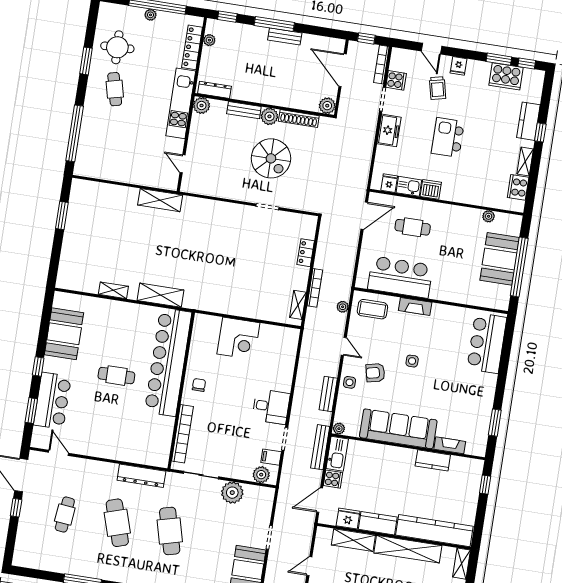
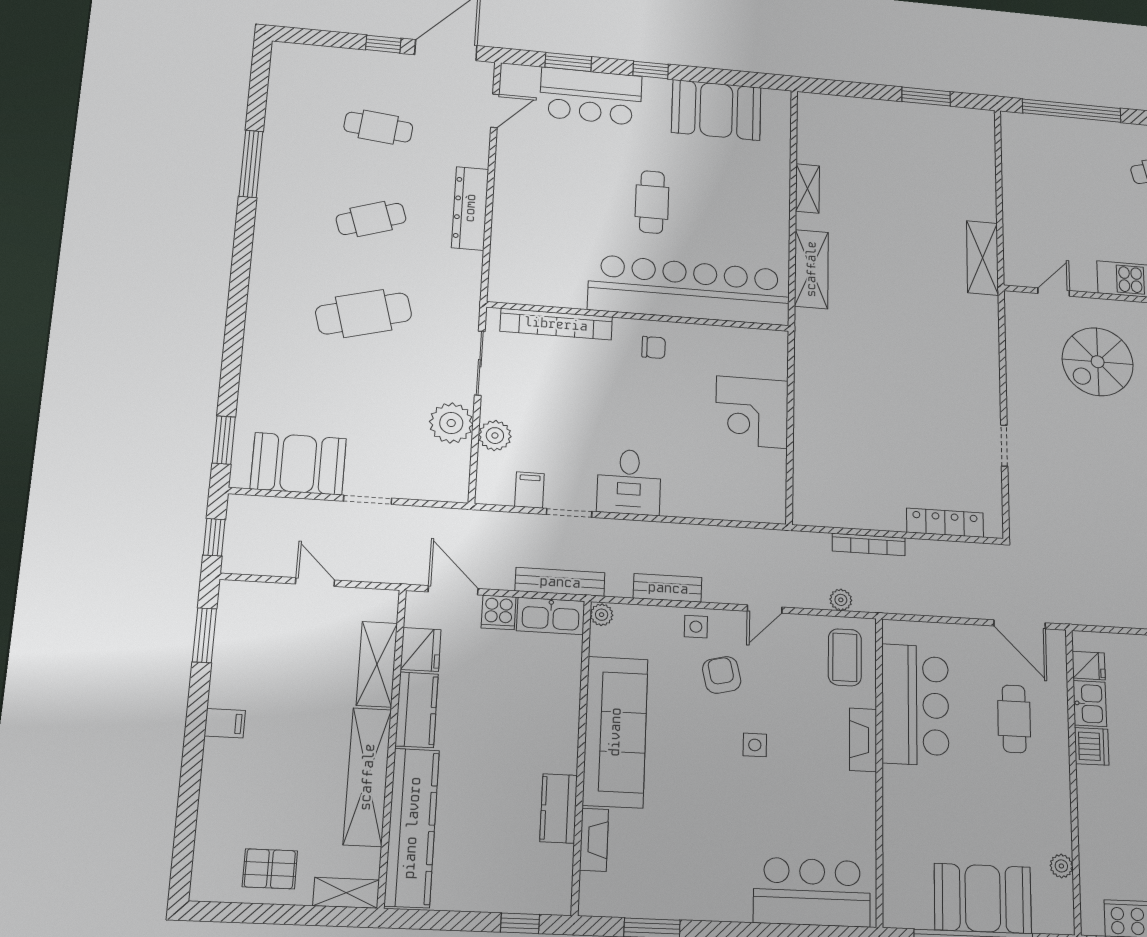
spiral stairs: (271, 158) -> (1098, 362), moved
locker: (306, 253) -> (945, 523), width x1.53
shelving: (298, 305) -> (831, 516), removed
plant: (261, 475) -> (495, 436), moved
dresser: (141, 476) -> (470, 208), moved
cafe table: (117, 523) -> (371, 219), width x0.73, depth x0.74

